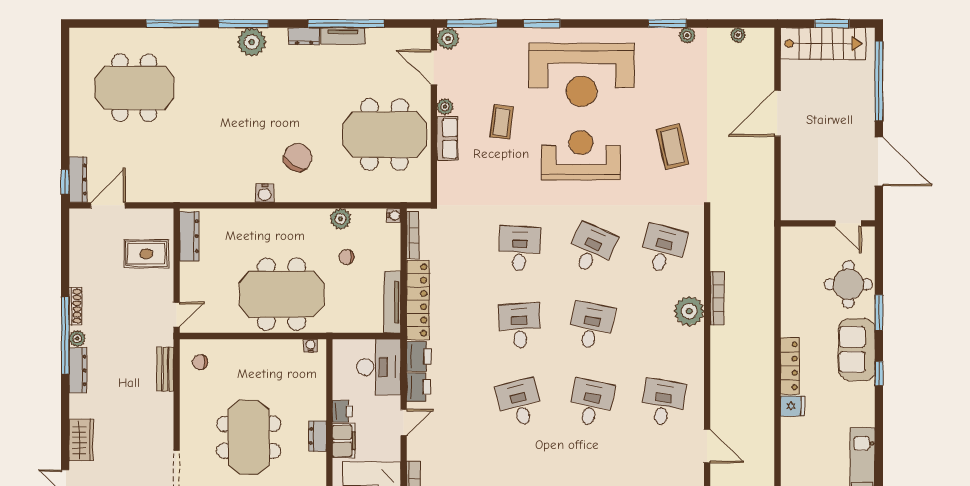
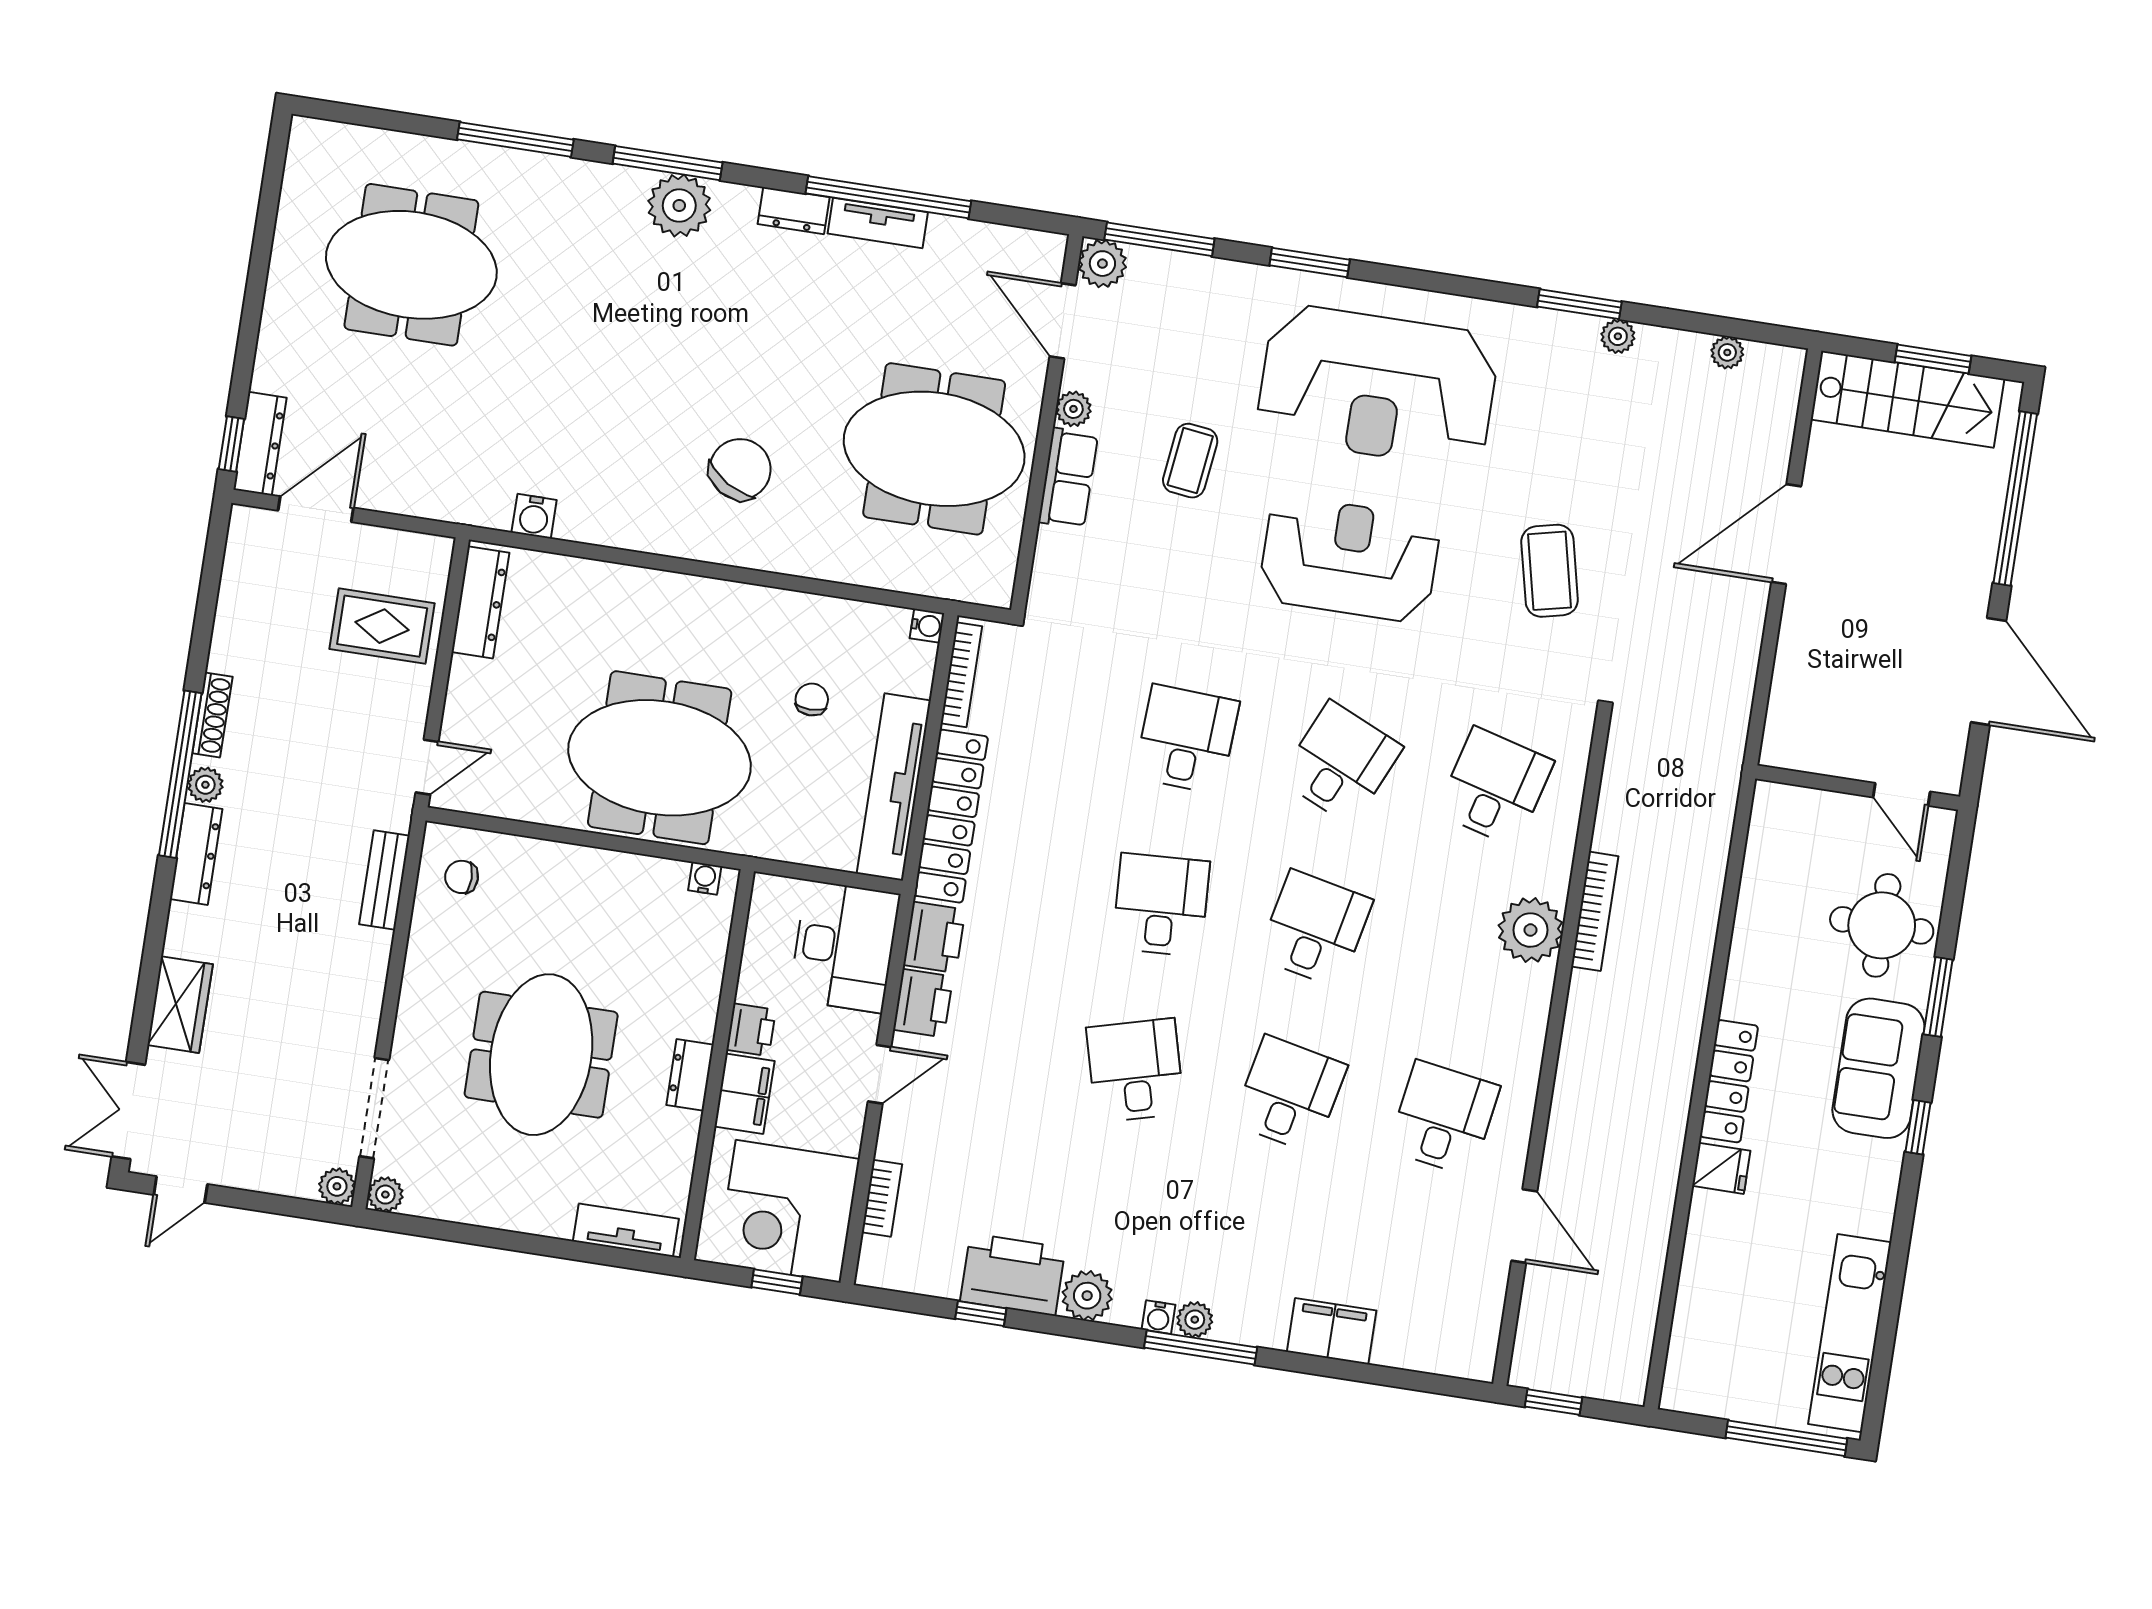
water cooler: (265, 193) -> (534, 516), moved
plant: (340, 219) -> (811, 615), removed
chair: (347, 257) -> (812, 700), turned 90
tv unit: (392, 302) -> (894, 787), width x1.36, depth x1.29

